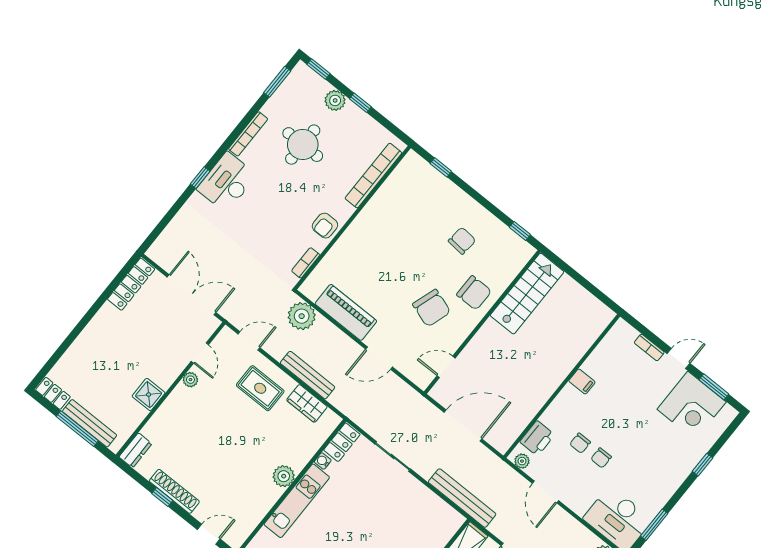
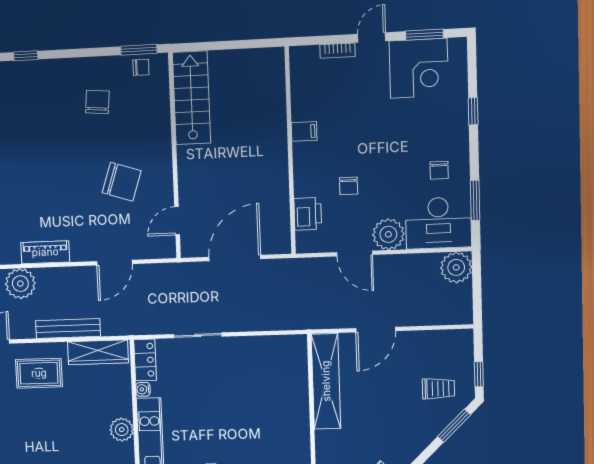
window: (520, 231) -> (139, 50), width x1.50
chair: (474, 293) -> (141, 67), moved, width x0.54, depth x0.54
piano: (346, 312) -> (45, 252), width x0.73, depth x0.75
wardrobe: (307, 403) -> (98, 352), width x1.50
chair: (601, 458) -> (439, 170), moved
plant: (522, 461) -> (388, 234), moved, width x1.87, depth x1.87
bench: (462, 498) -> (287, 320), removed

